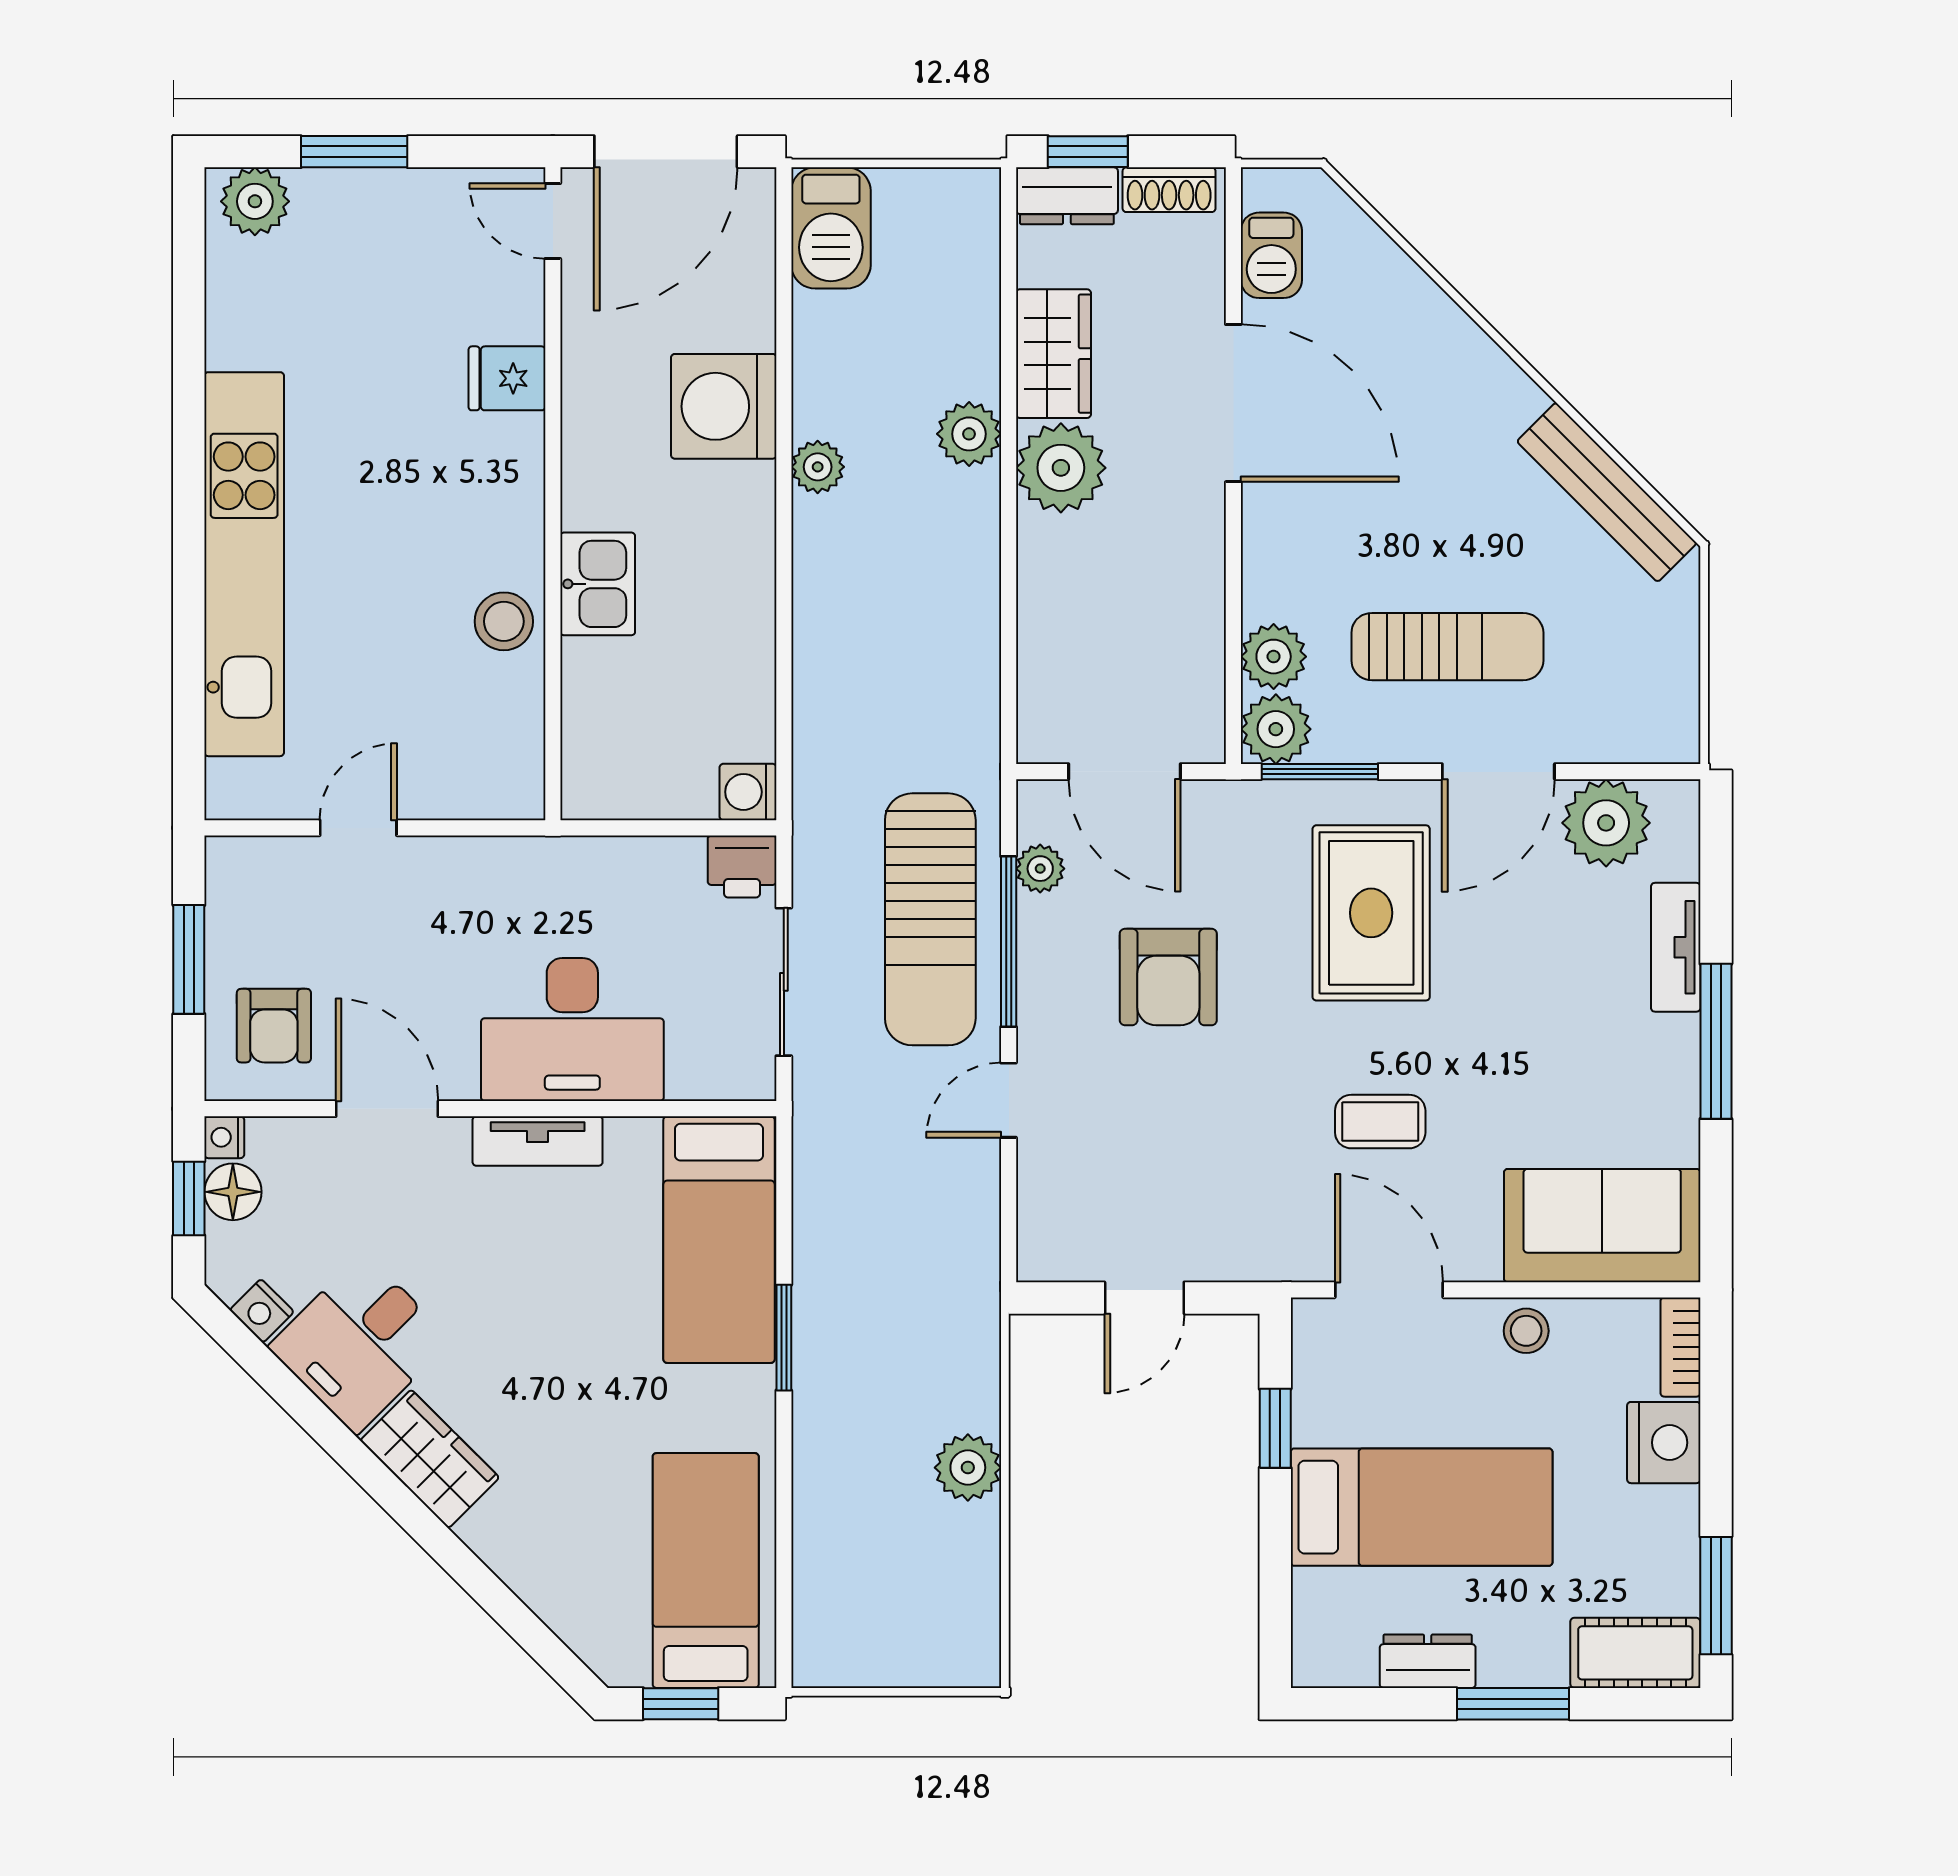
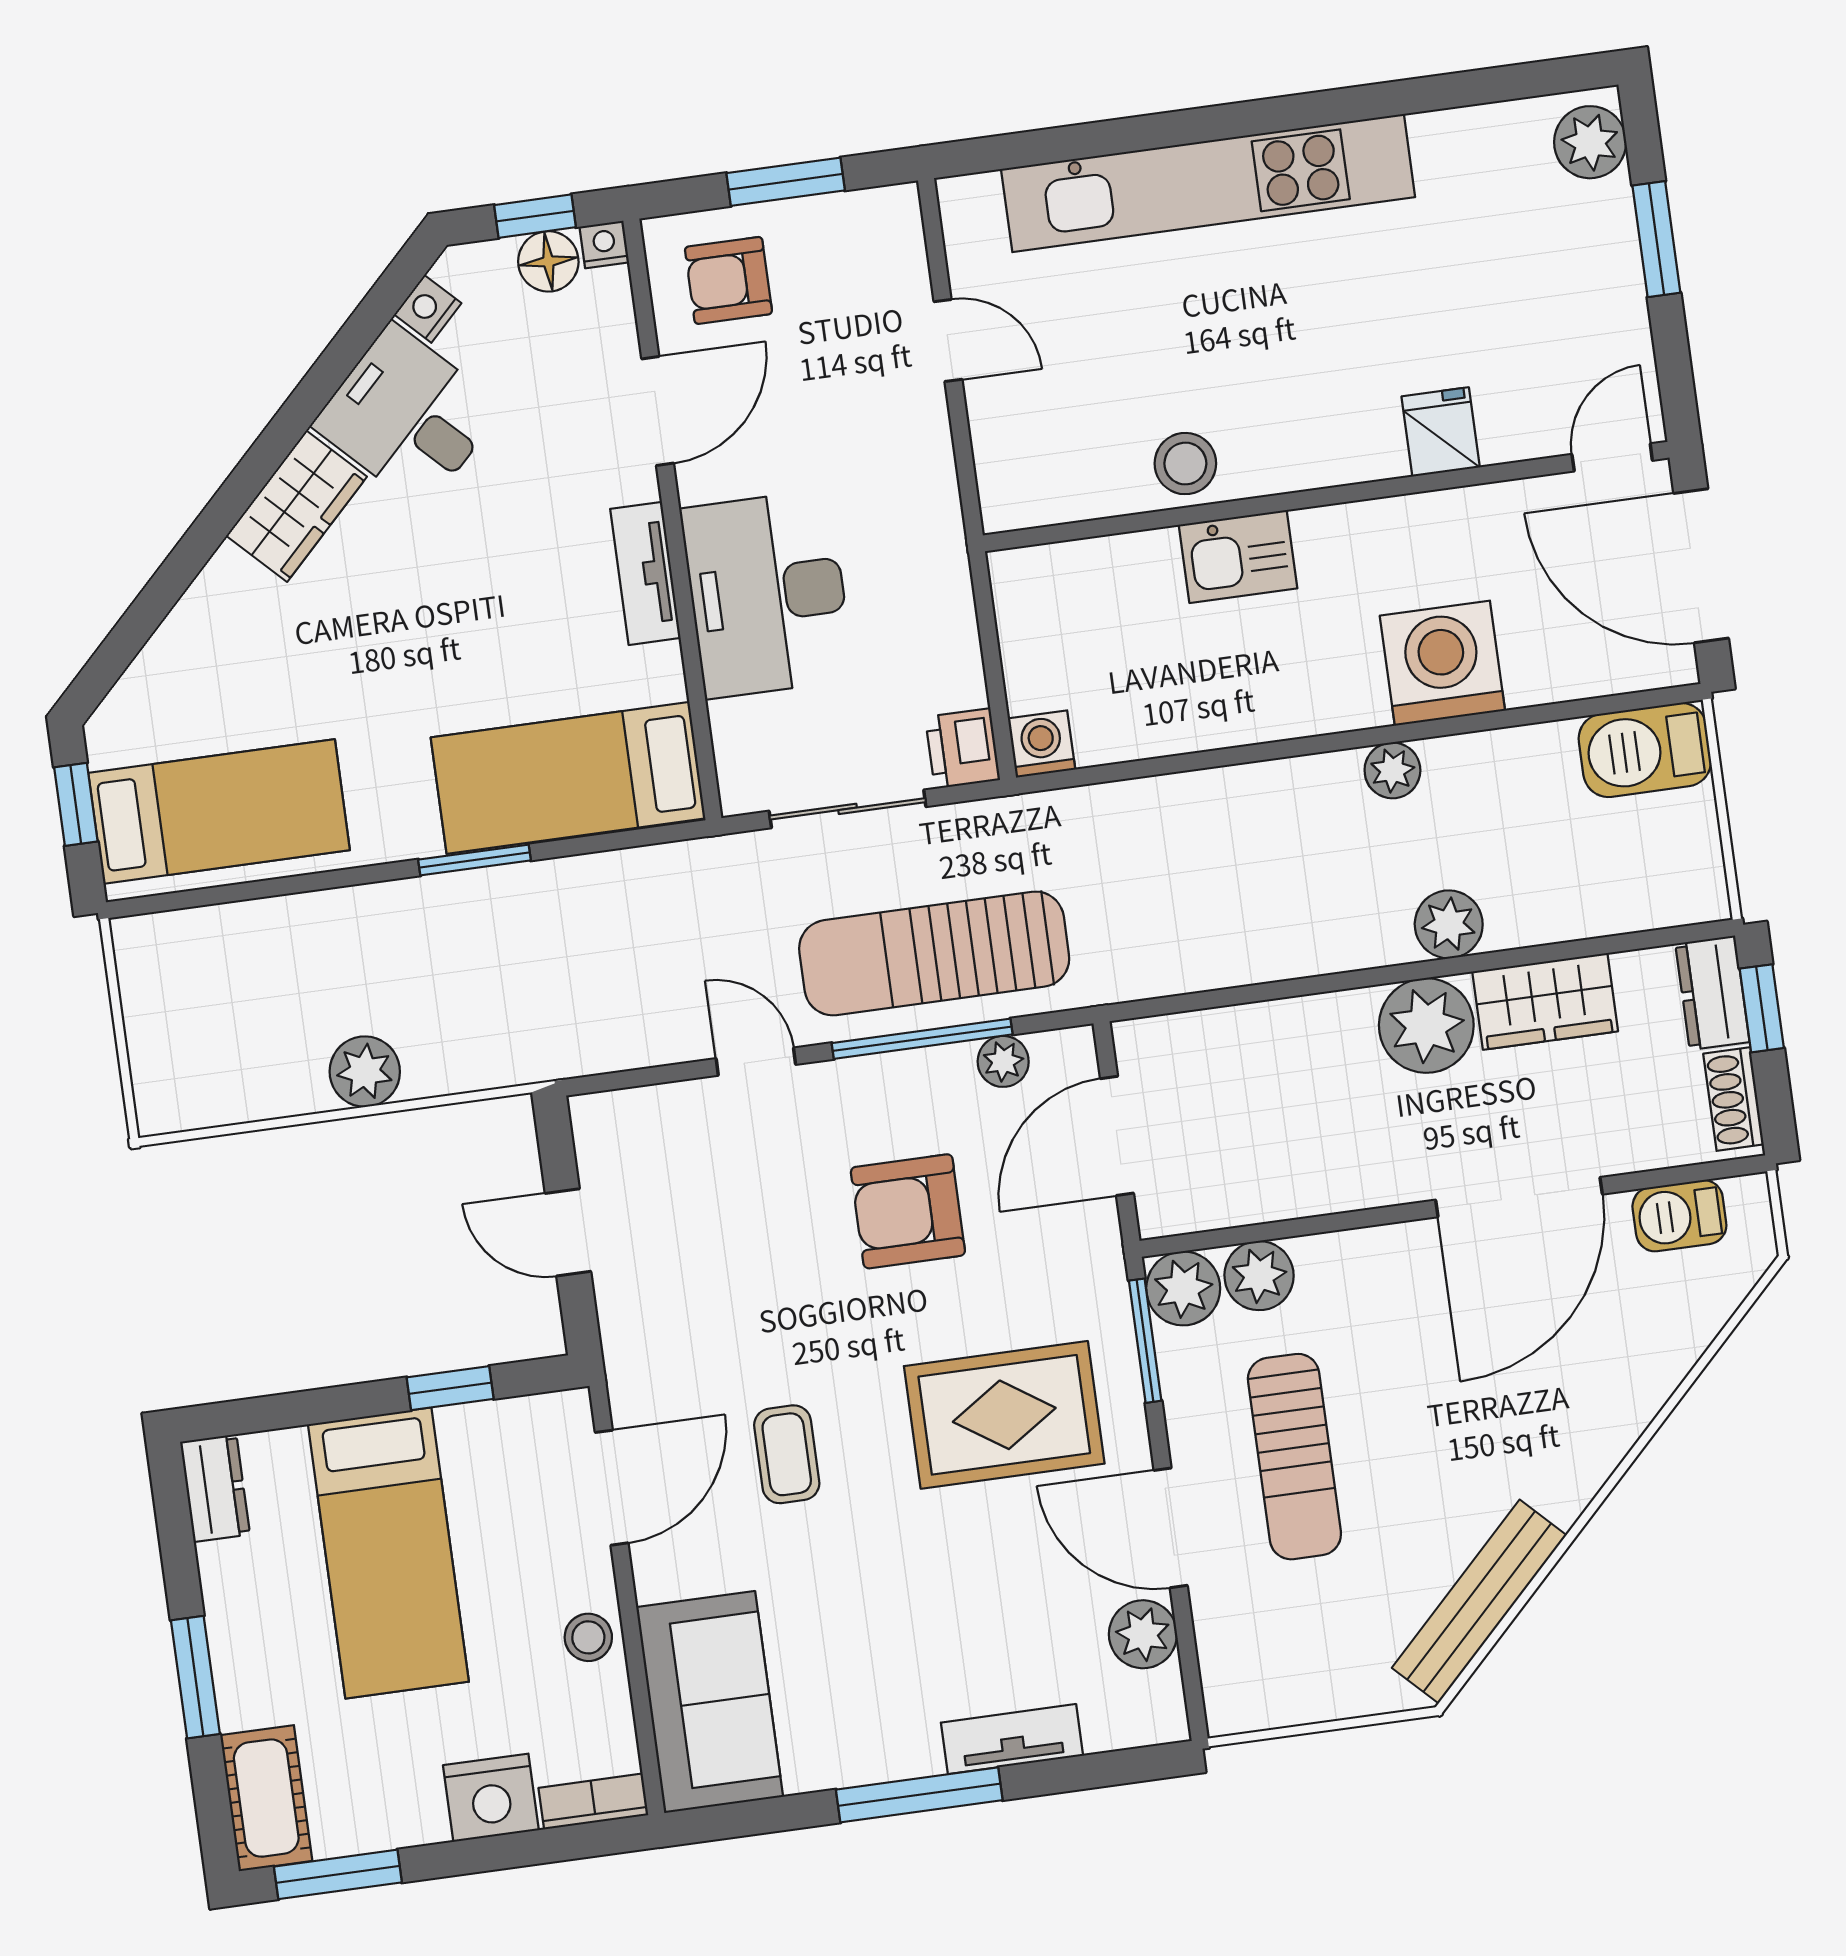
plant: (1606, 823) -> (1143, 1634), width x0.73, depth x0.73
dresser: (1428, 1661) -> (215, 1488), moved

